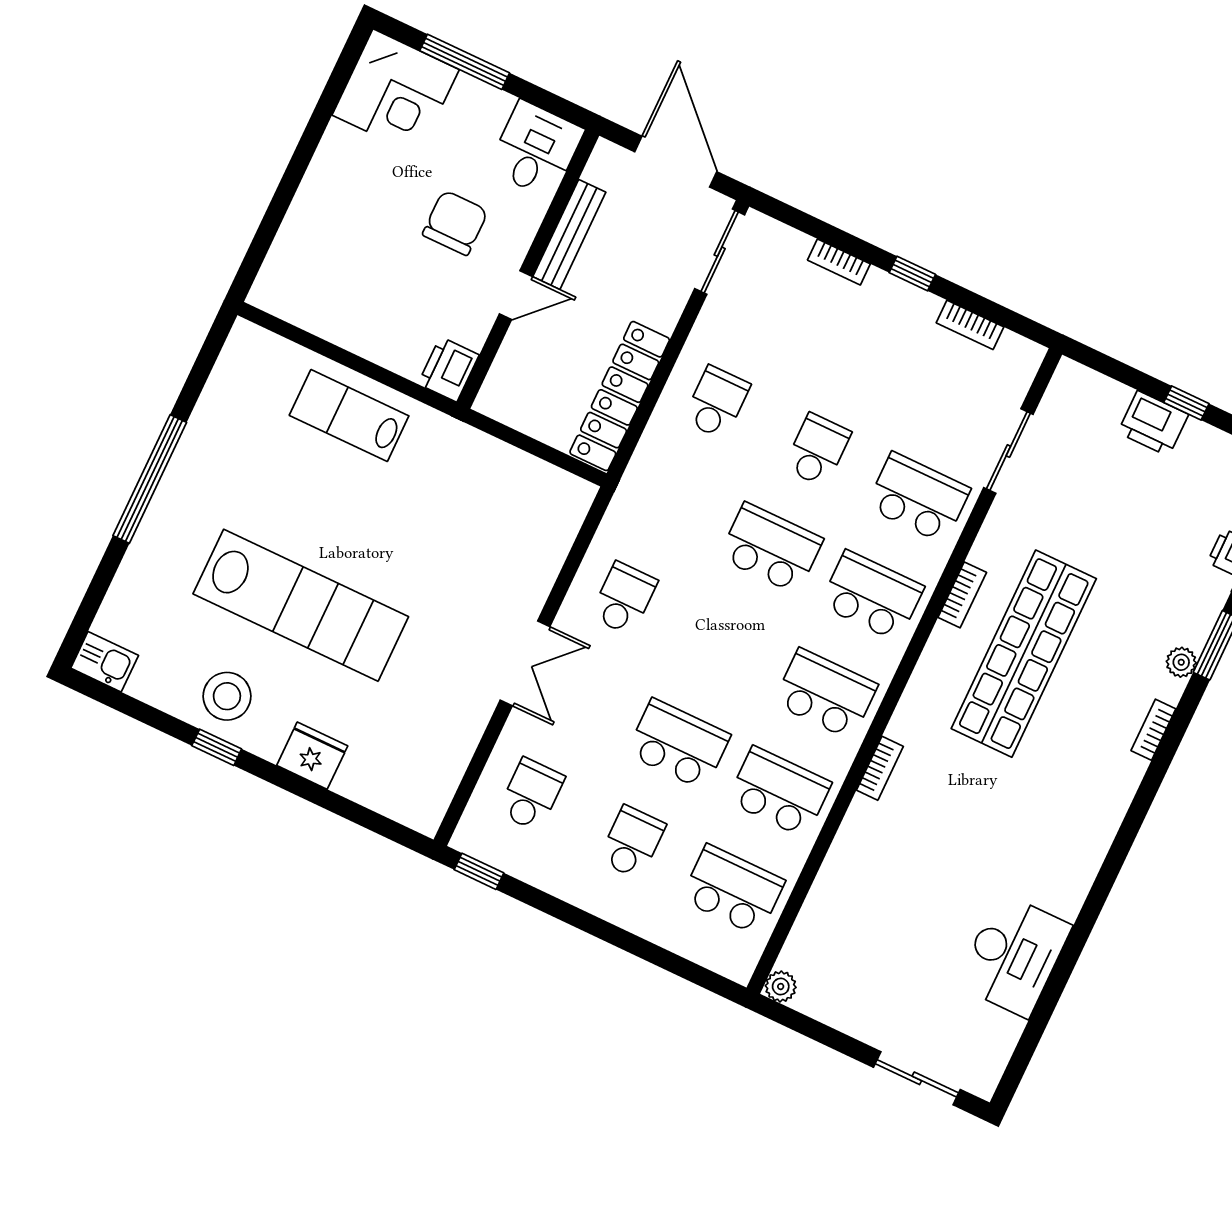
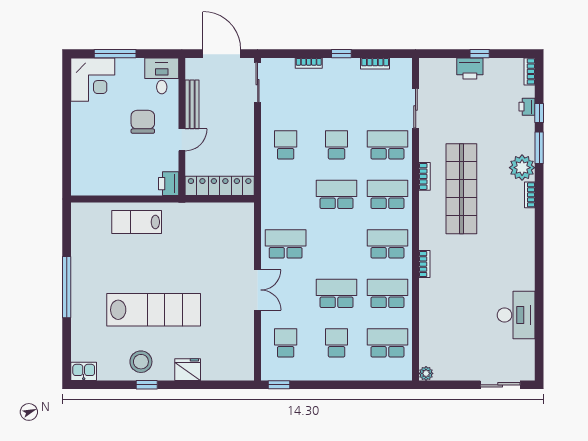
locker: (620, 396) -> (220, 186), moved, turned 90
school desk: (624, 598) -> (286, 244), width x1.85
plant: (1181, 662) -> (522, 168), width x1.87, depth x1.87

